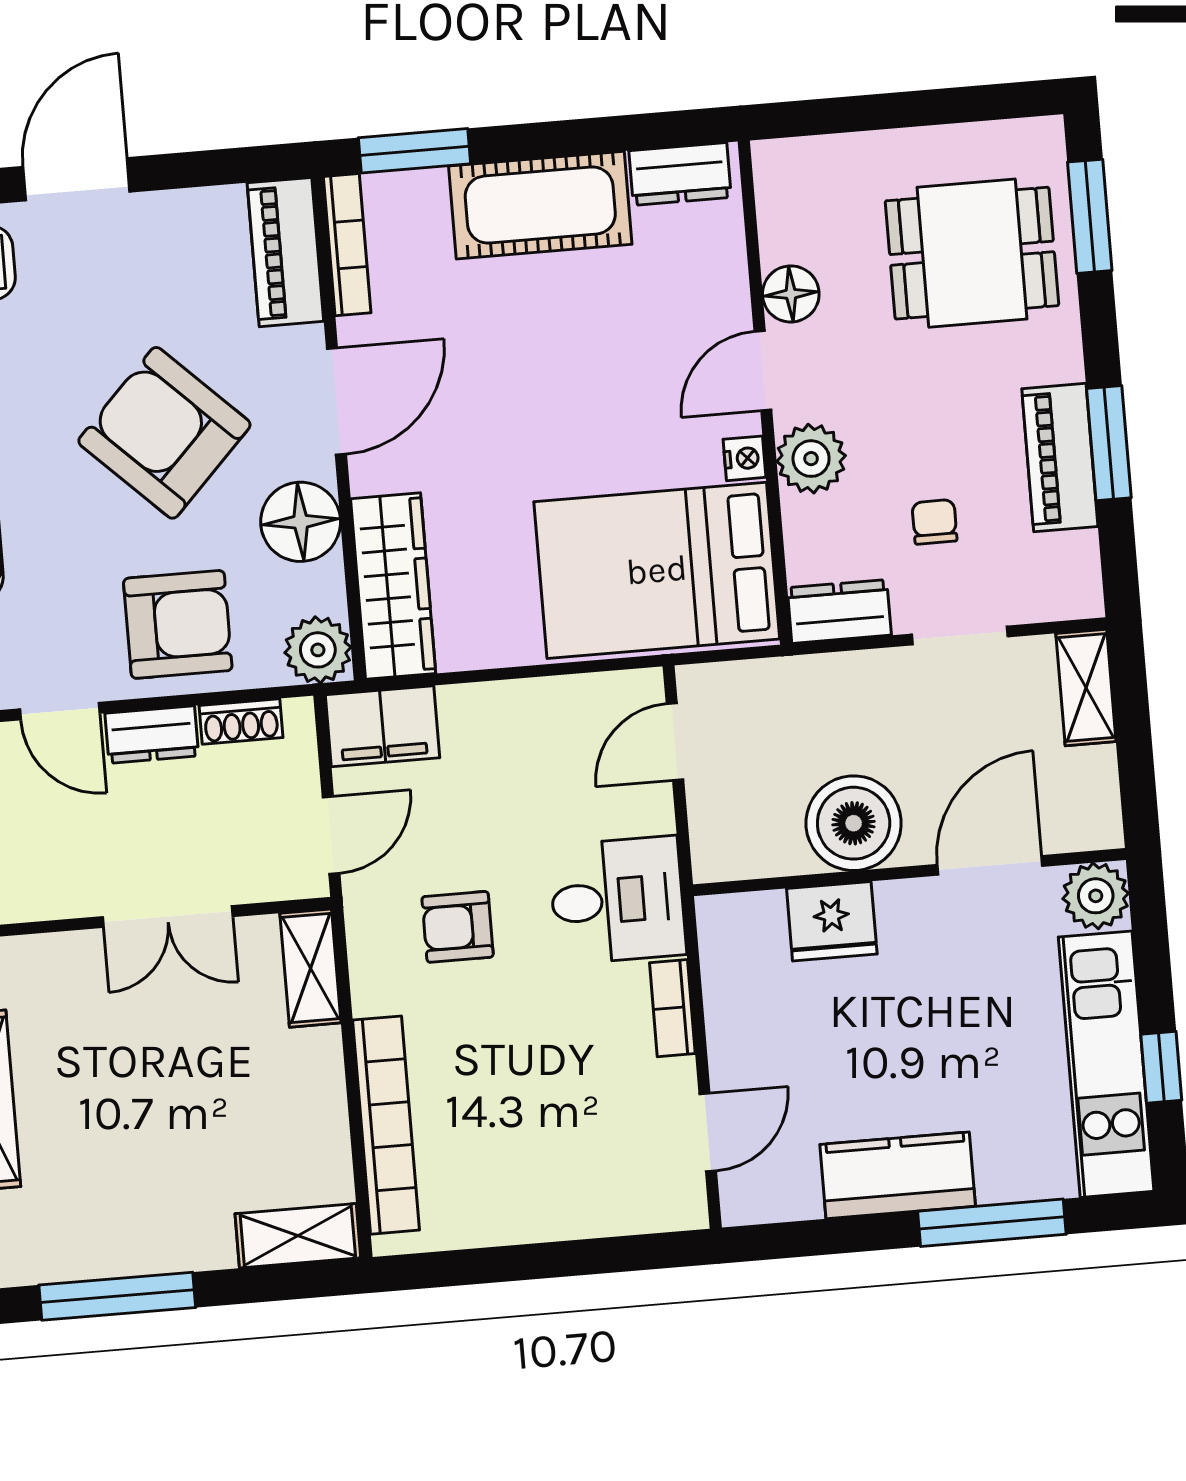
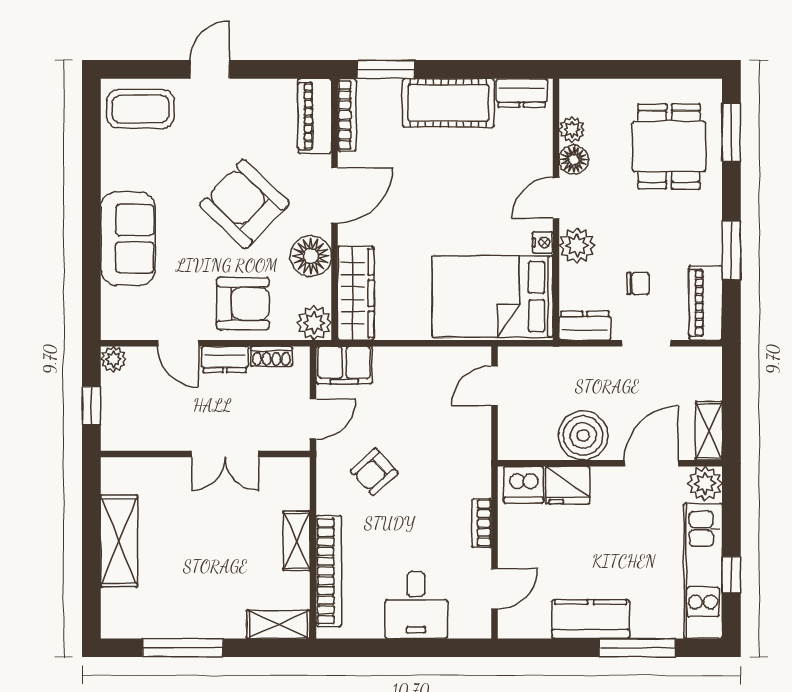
door: (76, 179) -> (210, 69), width x0.73
plant: (783, 236) -> (572, 130), added
dining table: (972, 253) -> (669, 146), turned 90
piano: (1060, 458) -> (705, 303), moved
chair: (934, 522) -> (638, 283), turned 90
shelving: (1086, 688) -> (709, 431), moved
desk: (617, 900) -> (416, 605), moved, turned 90
armchair: (458, 927) -> (374, 472), turned -42
dishwasher: (747, 927) -> (524, 485), added
shelving: (310, 968) -> (297, 541), moved

